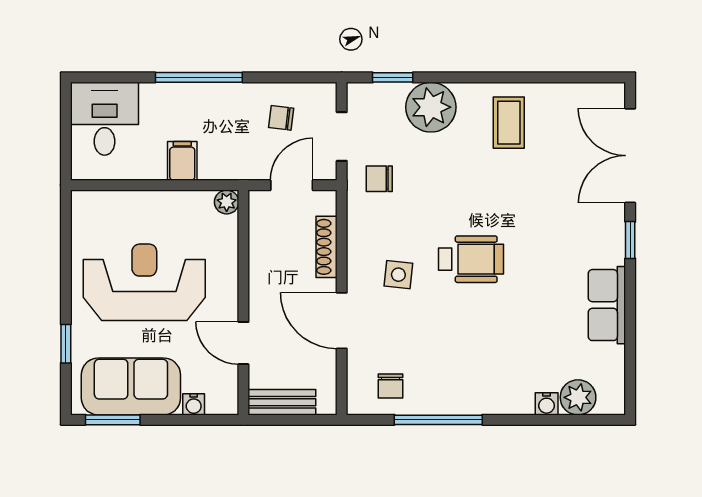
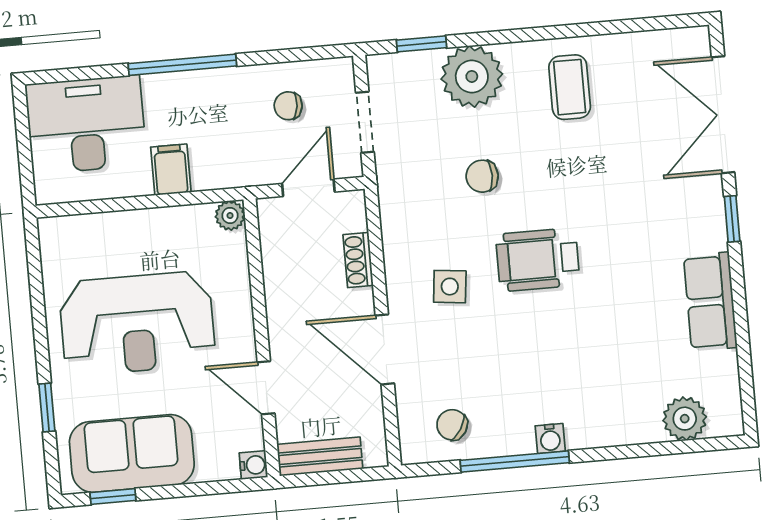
desk: (105, 119) -> (86, 125), width x1.37
chair: (379, 179) -> (482, 176), moved
shoe rack: (327, 247) -> (358, 260), width x0.70
wheelchair: (471, 259) -> (538, 260), turned 180
reception desk: (144, 282) -> (137, 323), turned 180
chair: (391, 386) -> (452, 425), turned 122
water cooler: (194, 404) -> (253, 465), moved, turned -90
water cooler: (547, 404) -> (550, 438), moved
window: (113, 420) -> (113, 497), width x0.67

